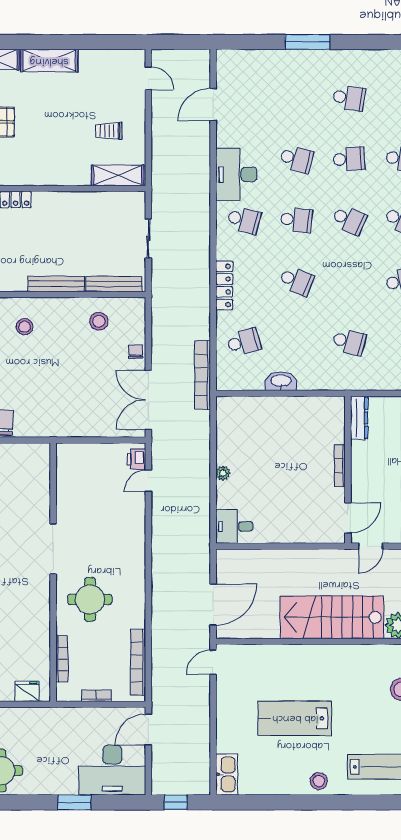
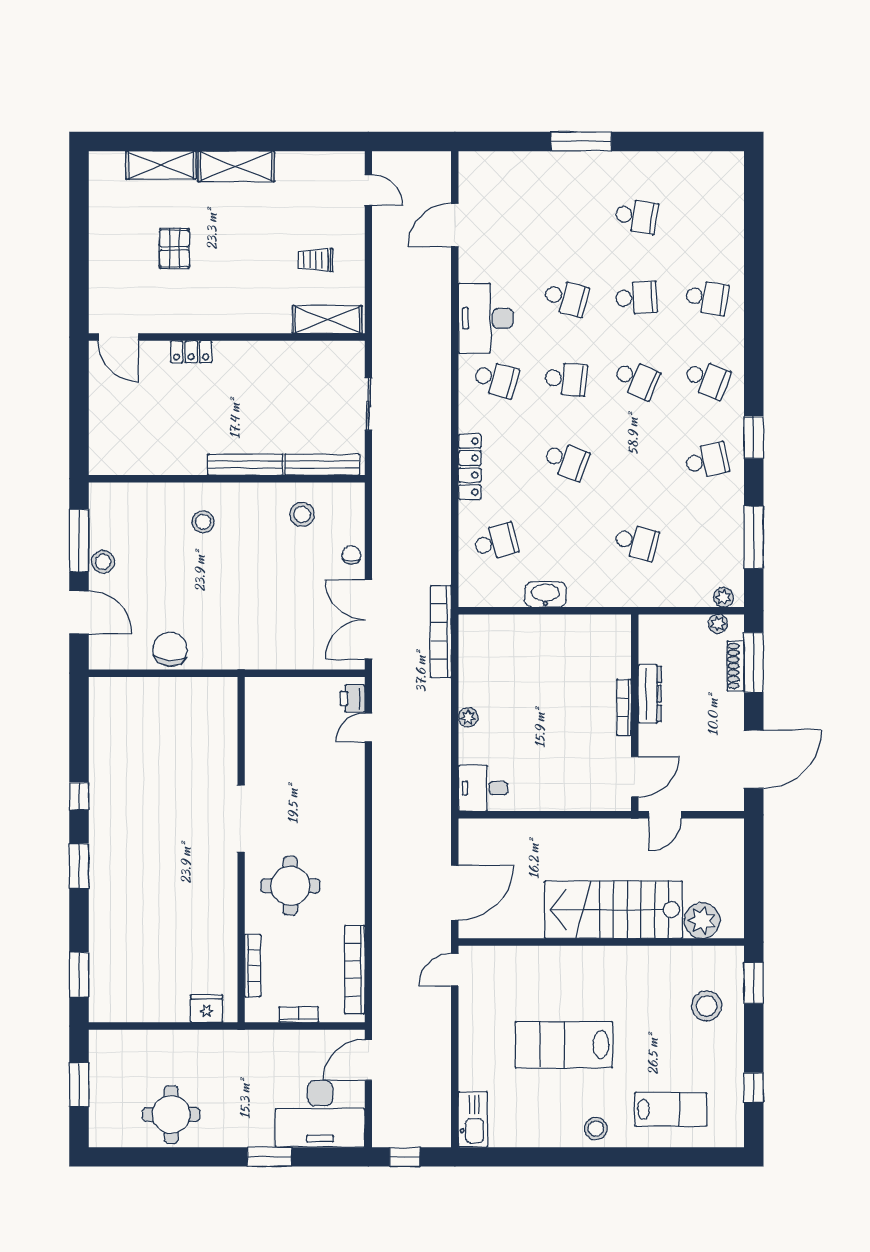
bookcase: (203, 375) -> (441, 631), moved
dresser: (359, 418) -> (650, 694), moved

